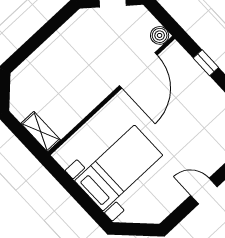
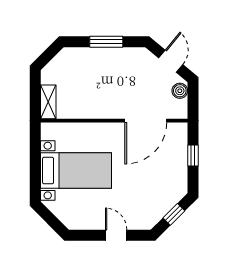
window: (42, 35) -> (106, 42), added
boiler: (160, 35) -> (180, 91), moved

